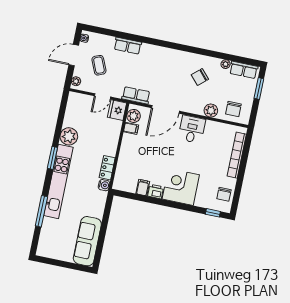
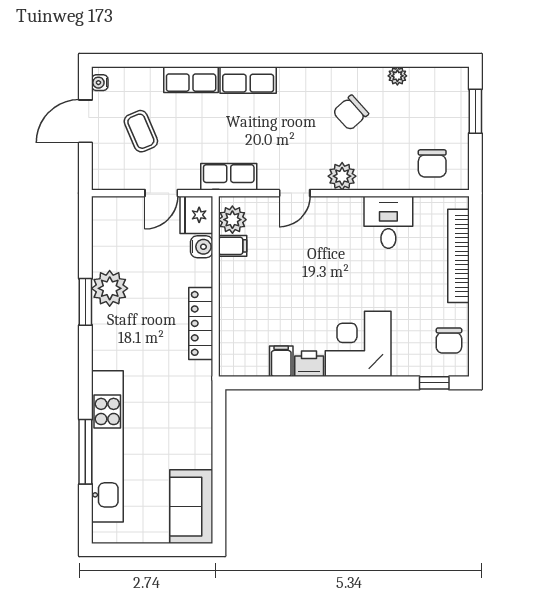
row of seats: (244, 70) -> (248, 80), moved
plant: (76, 81) -> (101, 173), removed
door: (166, 109) -> (295, 193), width x0.53
plant: (211, 111) -> (342, 176), moved
desk: (192, 129) -> (388, 222), moved
window: (52, 158) -> (85, 302), moved
locker: (107, 168) -> (201, 323), width x1.53
kitchen unit: (58, 181) -> (107, 446), moved
water cooler: (104, 185) -> (202, 247), moved
sofa: (87, 241) -> (191, 507), width x0.73

